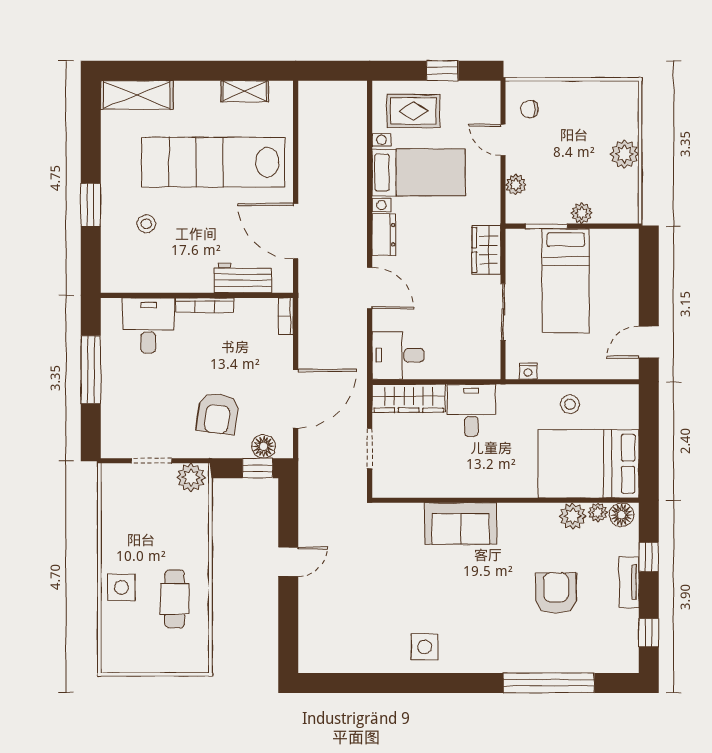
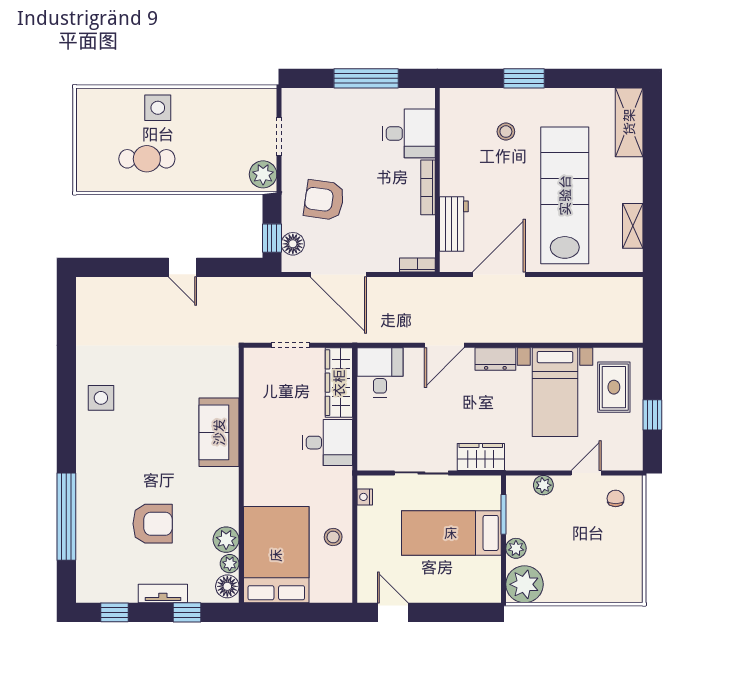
plant: (625, 154) -> (525, 584), moved, width x1.36, depth x1.36

